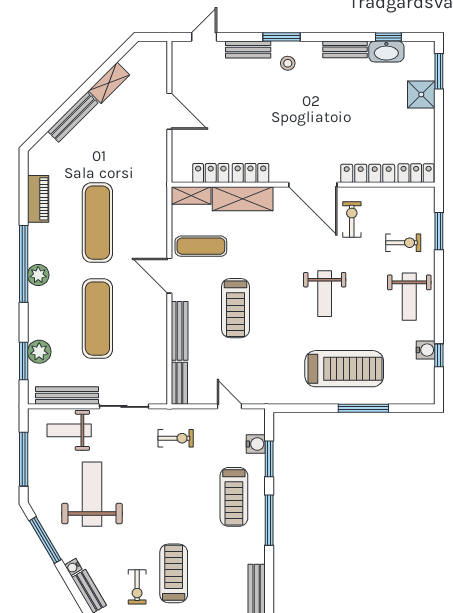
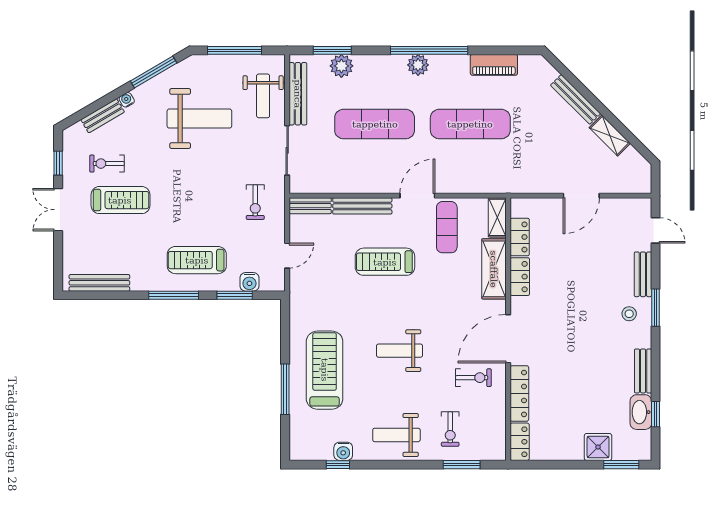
treadmill: (344, 369) -> (325, 370), turned 180
weight bench: (69, 430) -> (263, 96), turned 180

